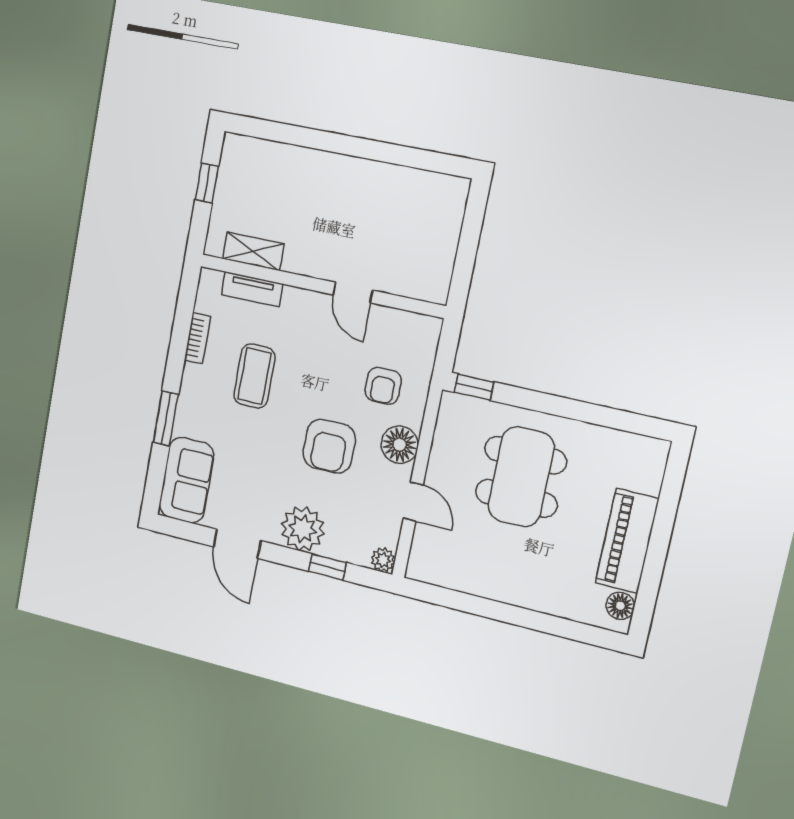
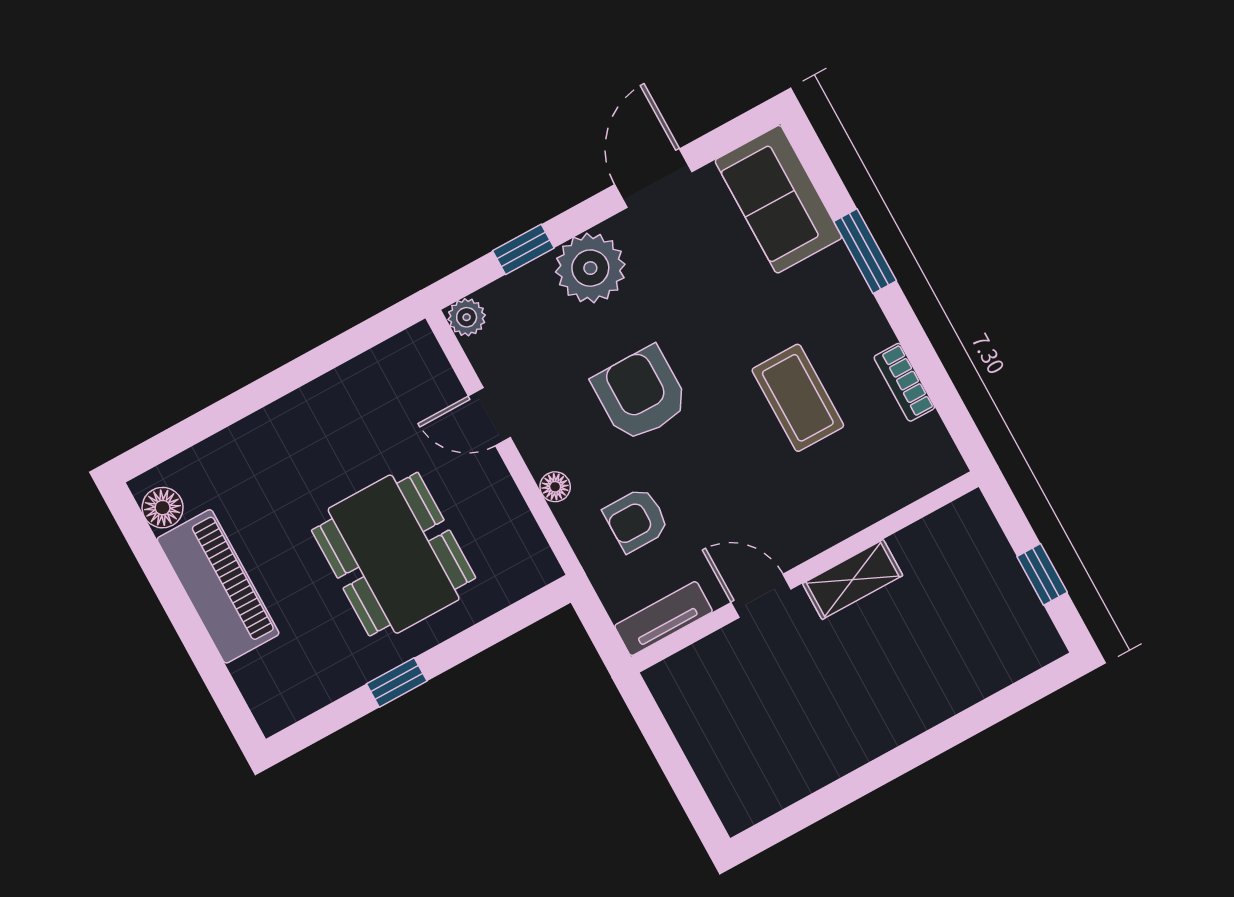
shelving: (253, 251) -> (853, 579), moved
tv unit: (252, 289) -> (664, 619), moved
armchair: (383, 386) -> (636, 520), turned -90
window: (474, 387) -> (397, 682), moved
floor lamp: (400, 445) -> (555, 487), width x0.53, depth x0.53
door: (237, 544) -> (653, 178), hinge flipped

